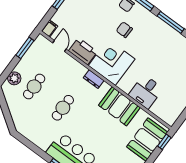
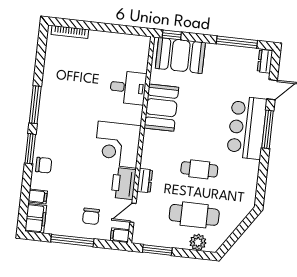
chair: (124, 30) -> (91, 216), moved
dresser: (94, 79) -> (145, 181), moved
cafe table: (34, 87) -> (194, 215), width x1.37, depth x1.35

